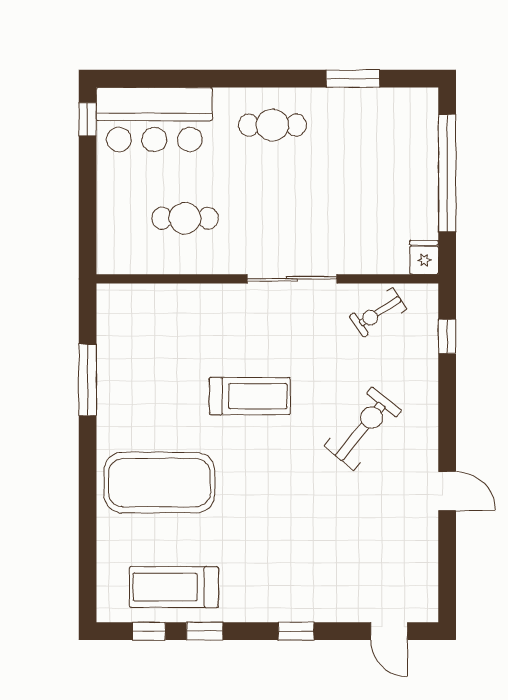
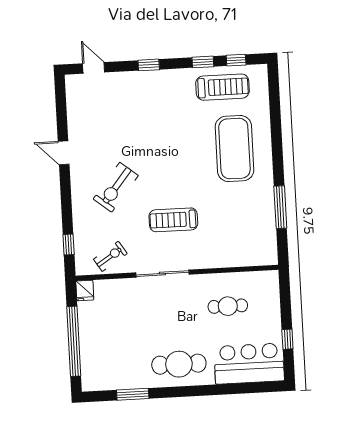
window: (88, 119) -> (287, 339), moved
cafe table: (272, 125) -> (179, 364), width x1.37, depth x1.35
treadmill: (250, 396) -> (173, 220), moved
exercise mat: (159, 483) -> (234, 149), turned 90

